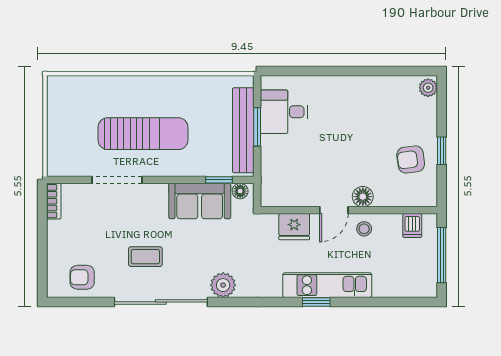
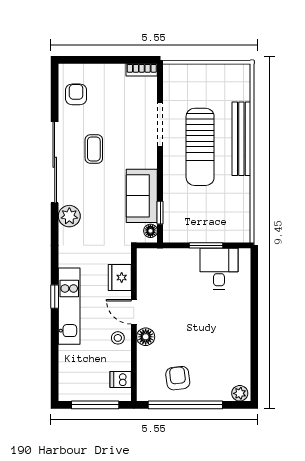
bench: (243, 130) -> (241, 139), moved, turned 90
window: (442, 151) -> (185, 405), width x3.17

